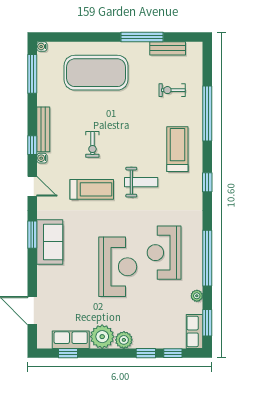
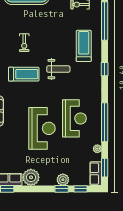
reception desk: (164, 253) -> (74, 118), turned 180
plant: (124, 340) -> (63, 180), moved

